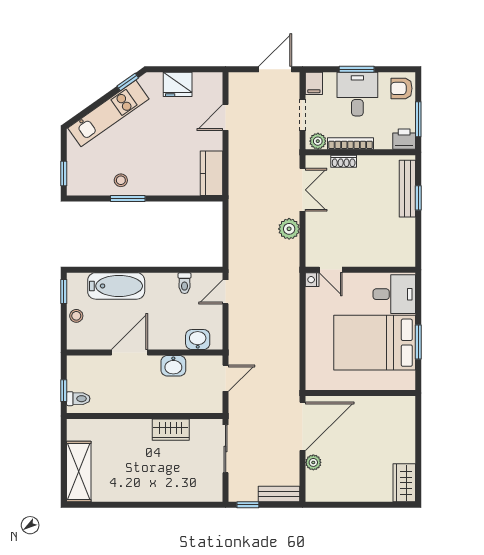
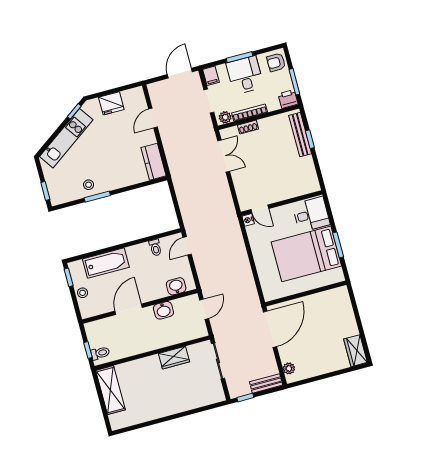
plant: (289, 229) -> (221, 187), removed
plant: (313, 462) -> (289, 368), moved
shelving: (79, 471) -> (111, 390), moved

